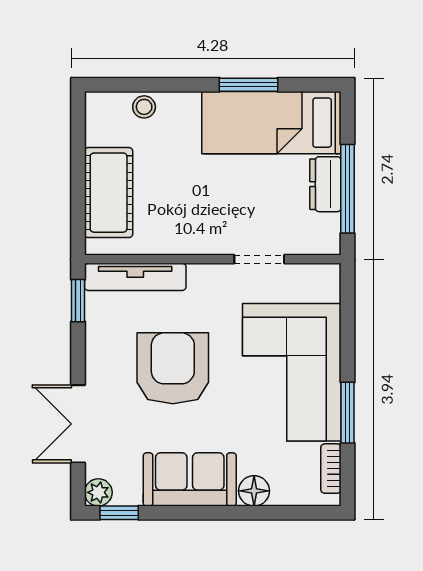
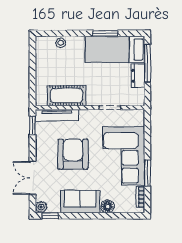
window: (347, 189) -> (147, 63), moved
cot: (109, 193) -> (66, 96), moved, turned 90

